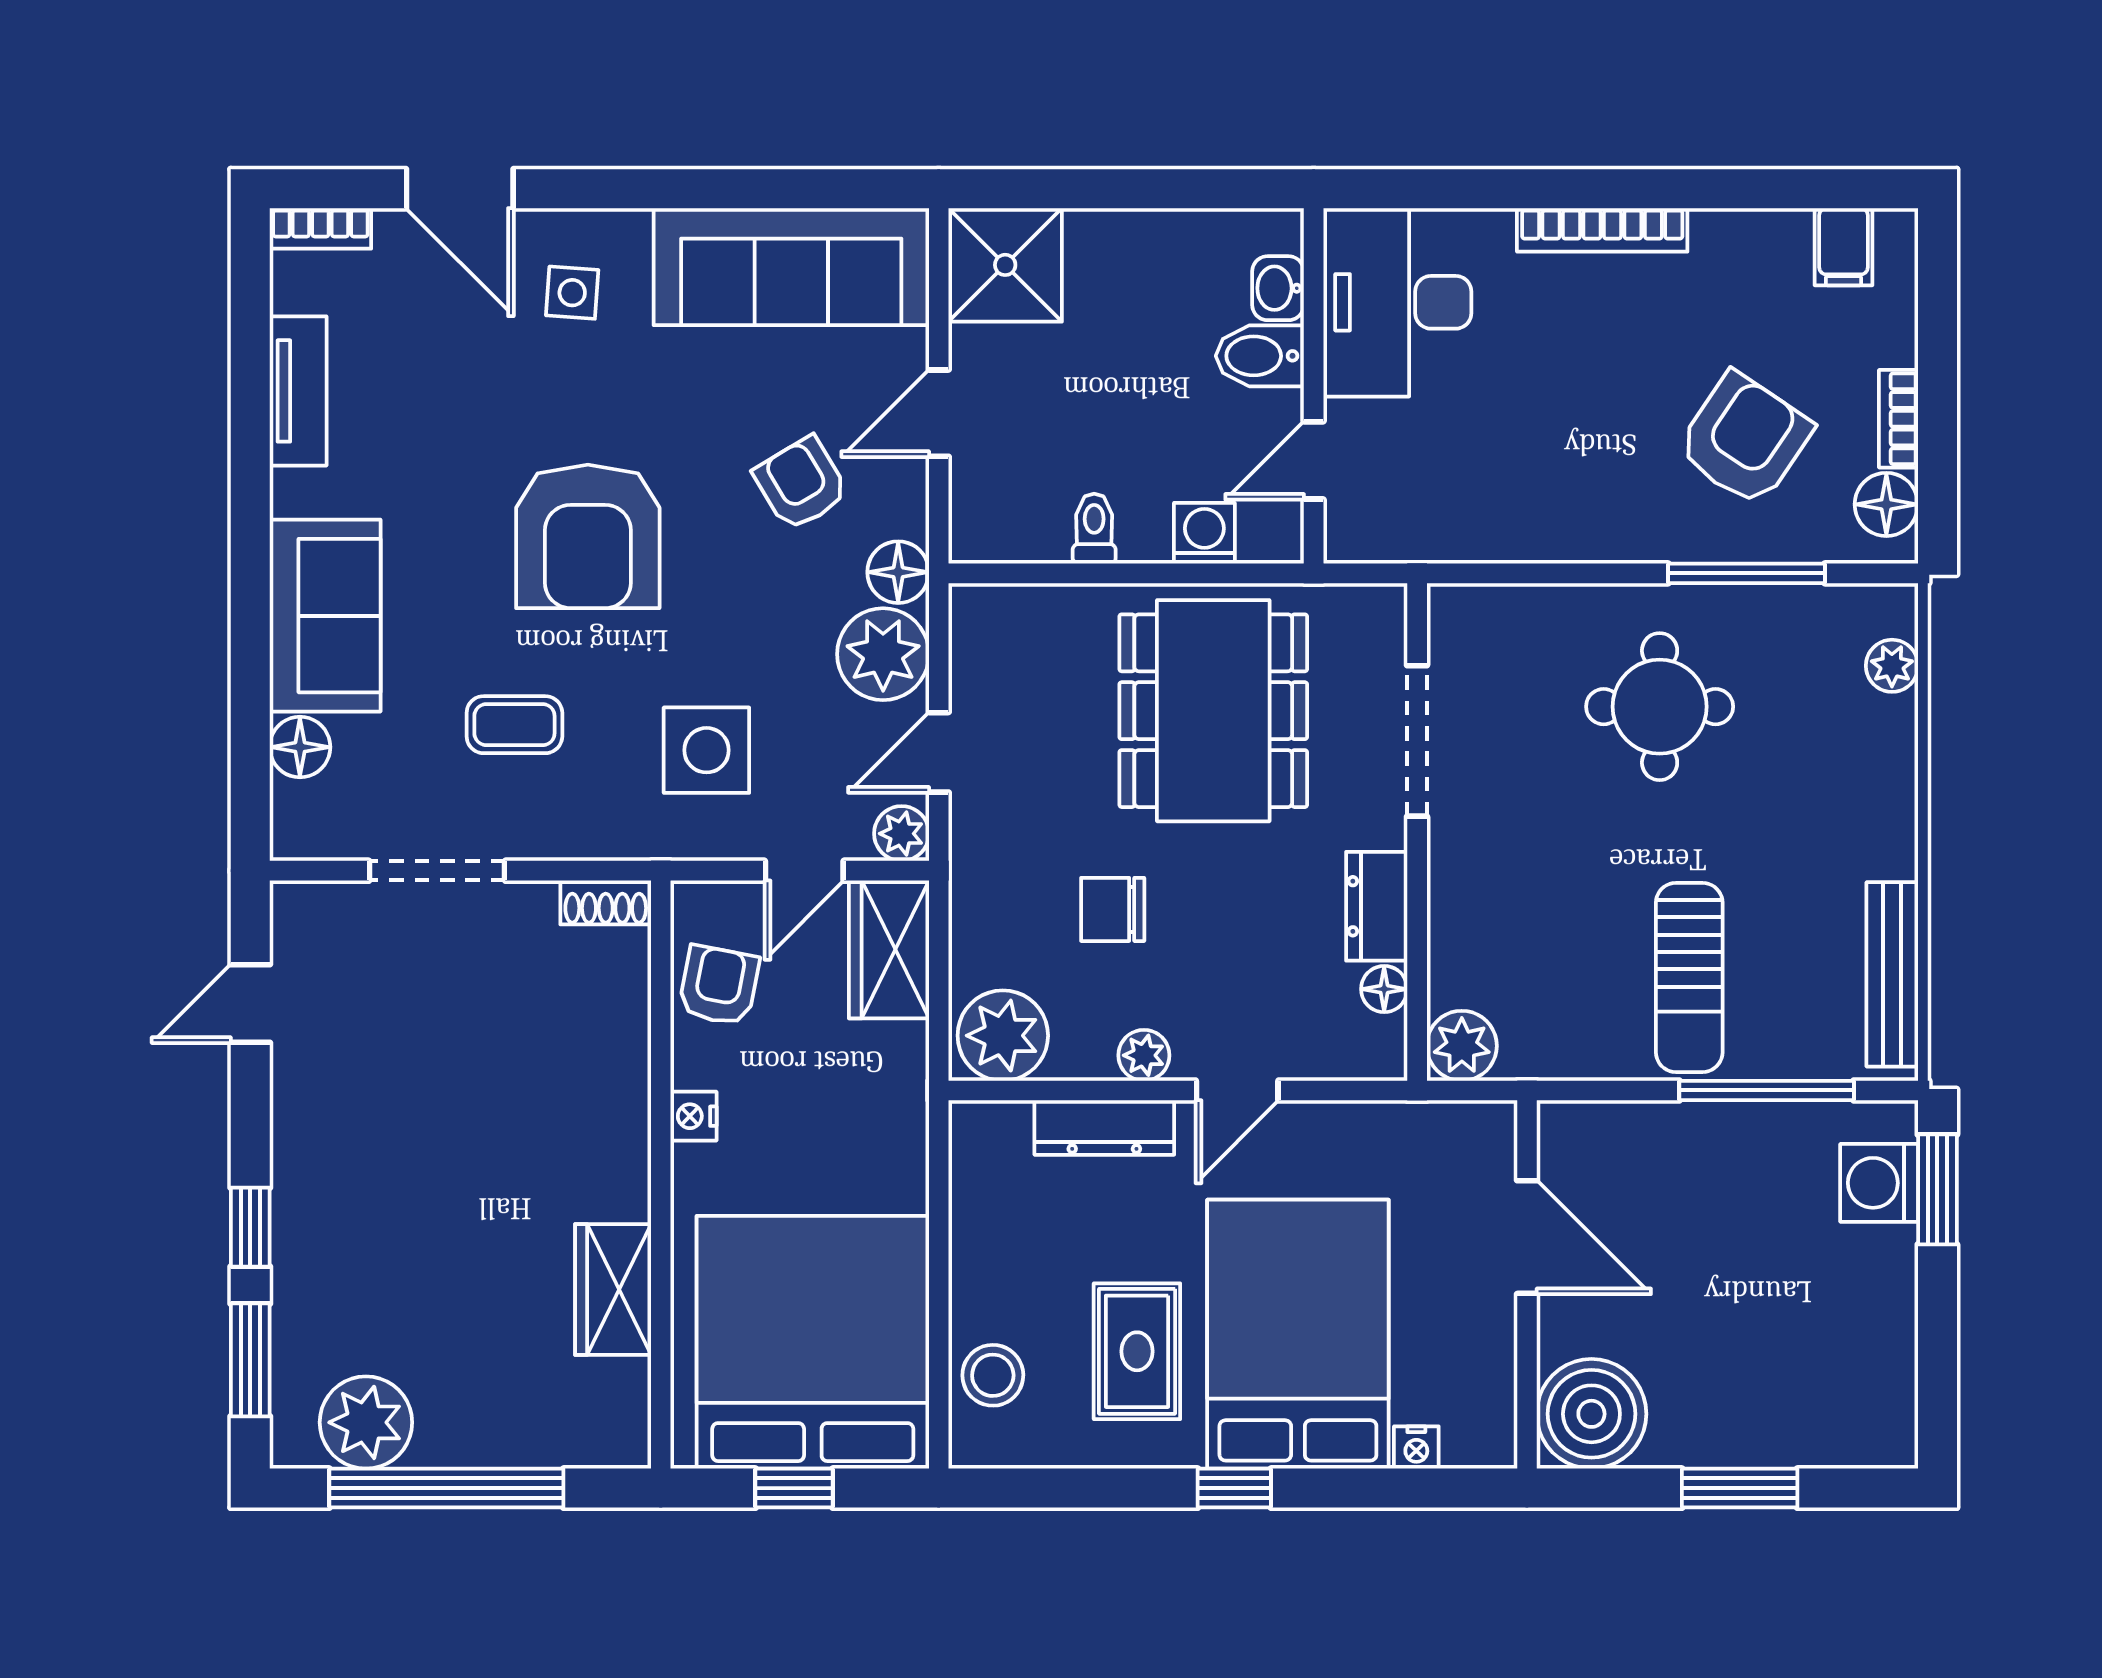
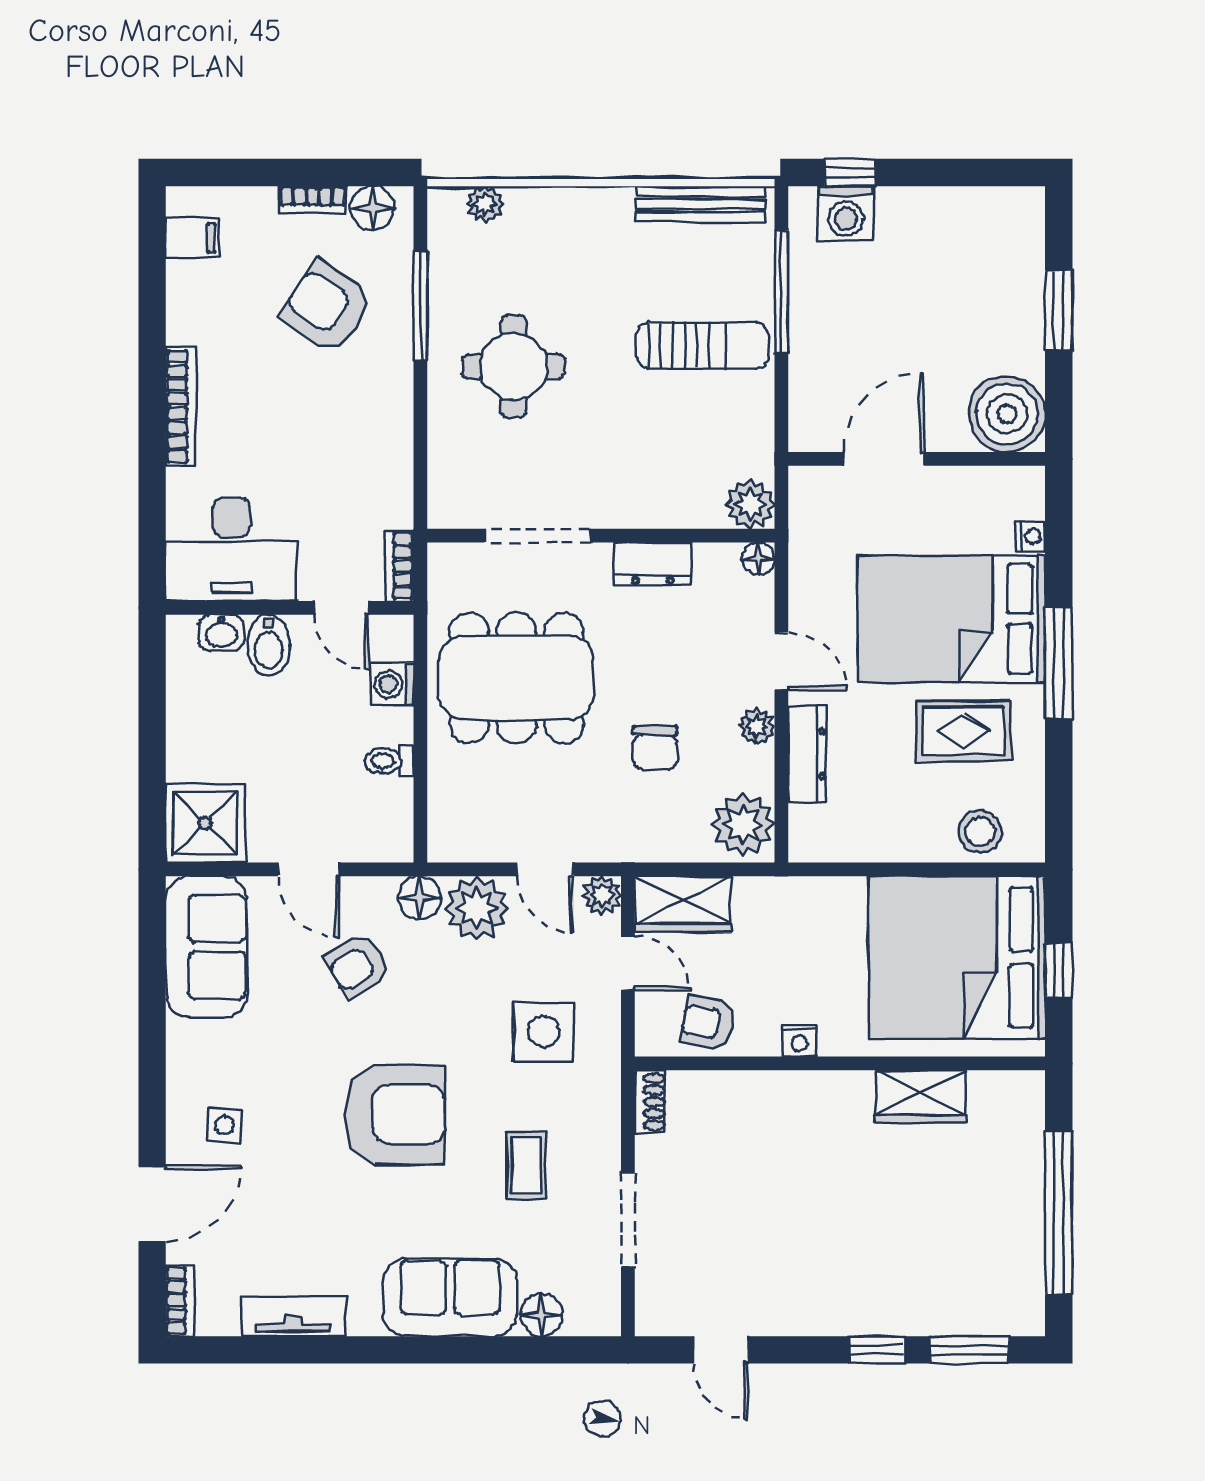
sofa: (791, 267) -> (206, 947), width x0.73
bookcase: (1374, 543) -> (400, 566), added
floor lamp: (1384, 989) -> (758, 559), moved
window: (1937, 1189) -> (850, 172), width x0.67
plant: (366, 1422) -> (1013, 1269), removed
window: (1234, 1488) -> (1059, 663), width x2.17

